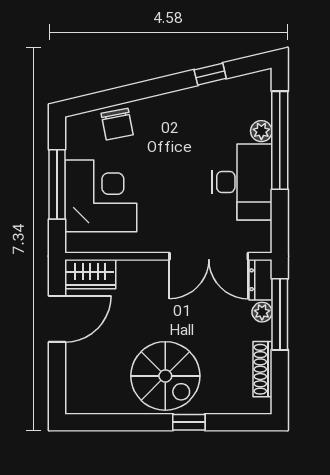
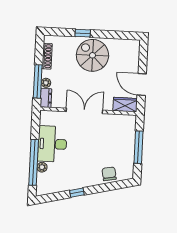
window: (210, 74) -> (77, 193), moved
corner desk: (101, 196) -> (118, 141), removed
double door: (209, 256) -> (84, 111), moved
door: (57, 319) -> (142, 84), hinge flipped

